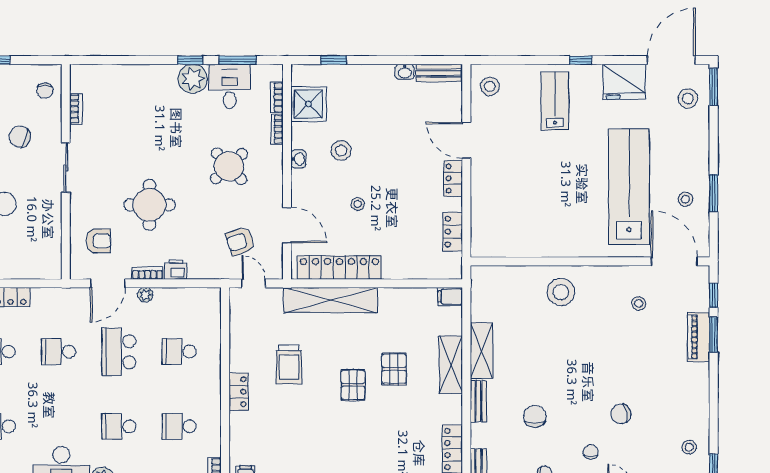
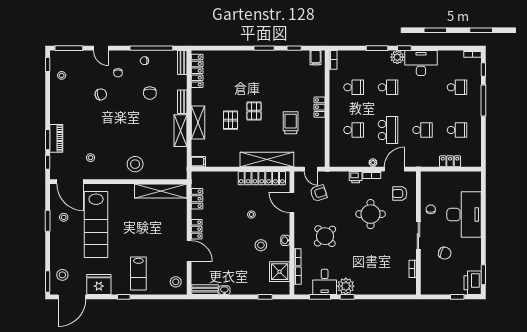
chair: (45, 91) -> (431, 209), moved
shelving: (516, 245) -> (161, 191), added

